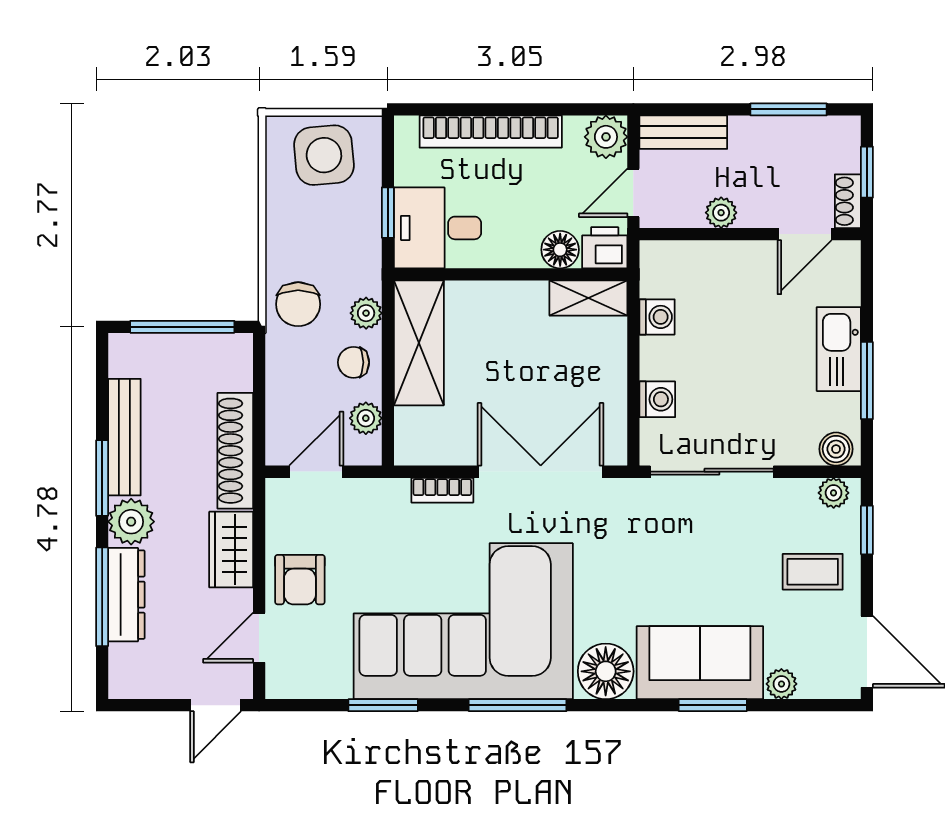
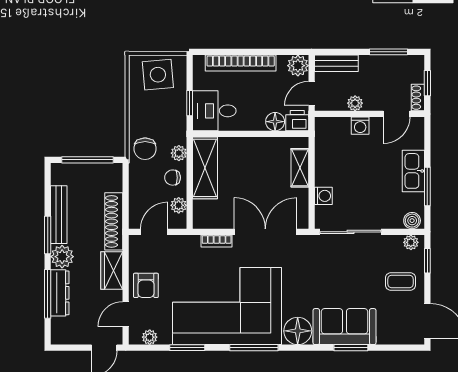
shelving: (588, 298) -> (300, 168), moved, turned 90
washing machine: (657, 317) -> (360, 126), moved, turned 90
plant: (781, 684) -> (150, 337), moved

